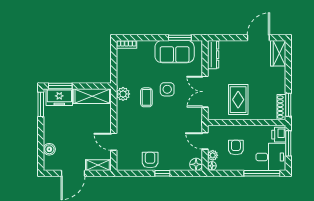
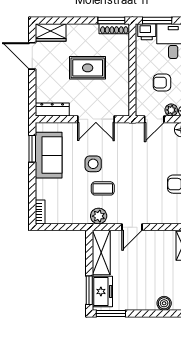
rug: (238, 100) -> (88, 68), moved
door: (114, 142) -> (132, 227), moved

